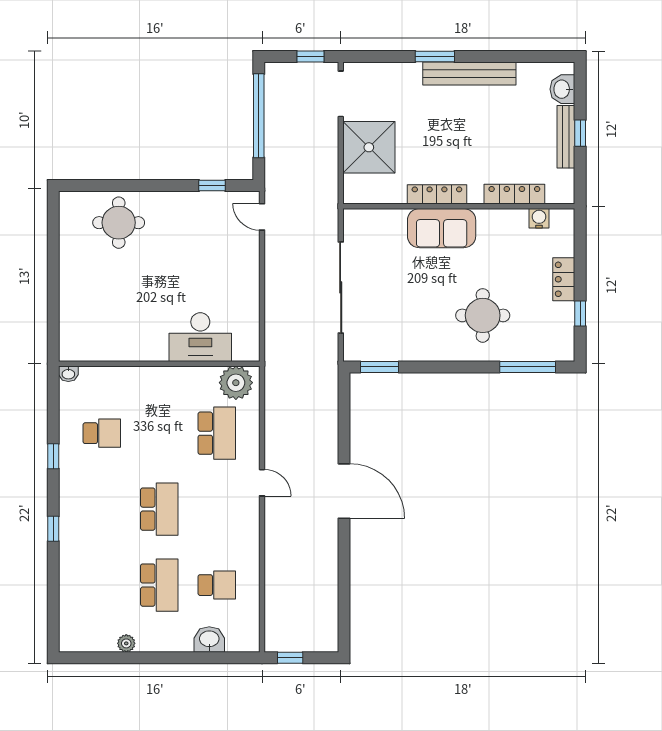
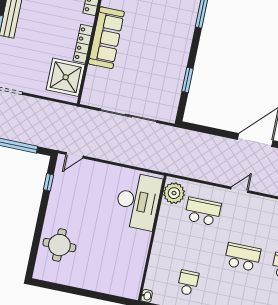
shower: (369, 147) -> (66, 77), moved
sofa: (442, 228) -> (106, 38), width x1.36
round table: (483, 315) -> (164, 31), removed
desk: (200, 337) -> (138, 201), width x1.36, depth x1.30
window: (380, 367) -> (187, 80), moved

